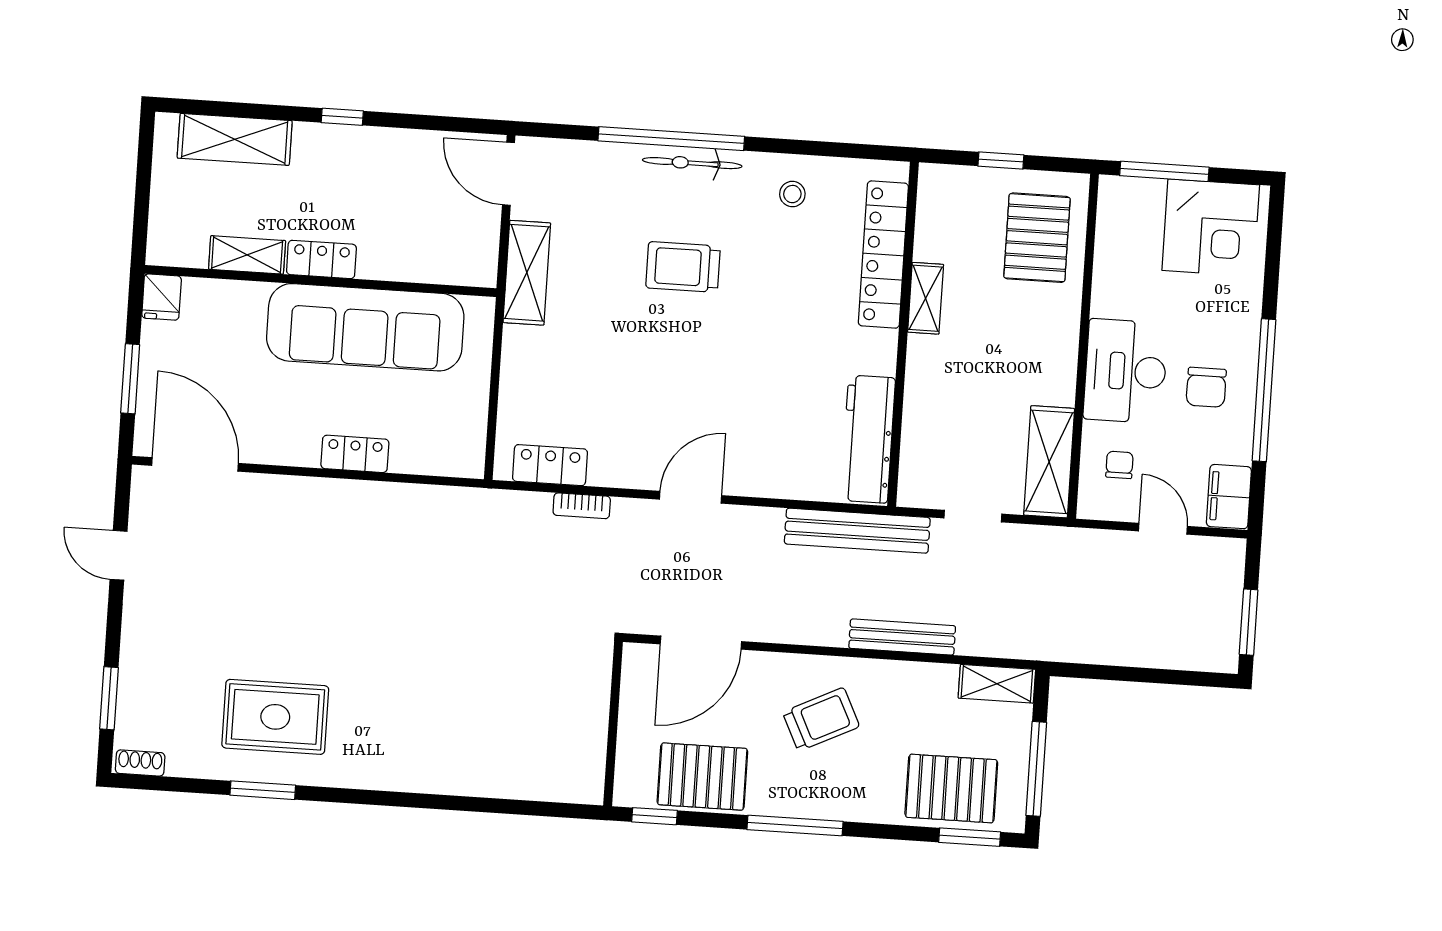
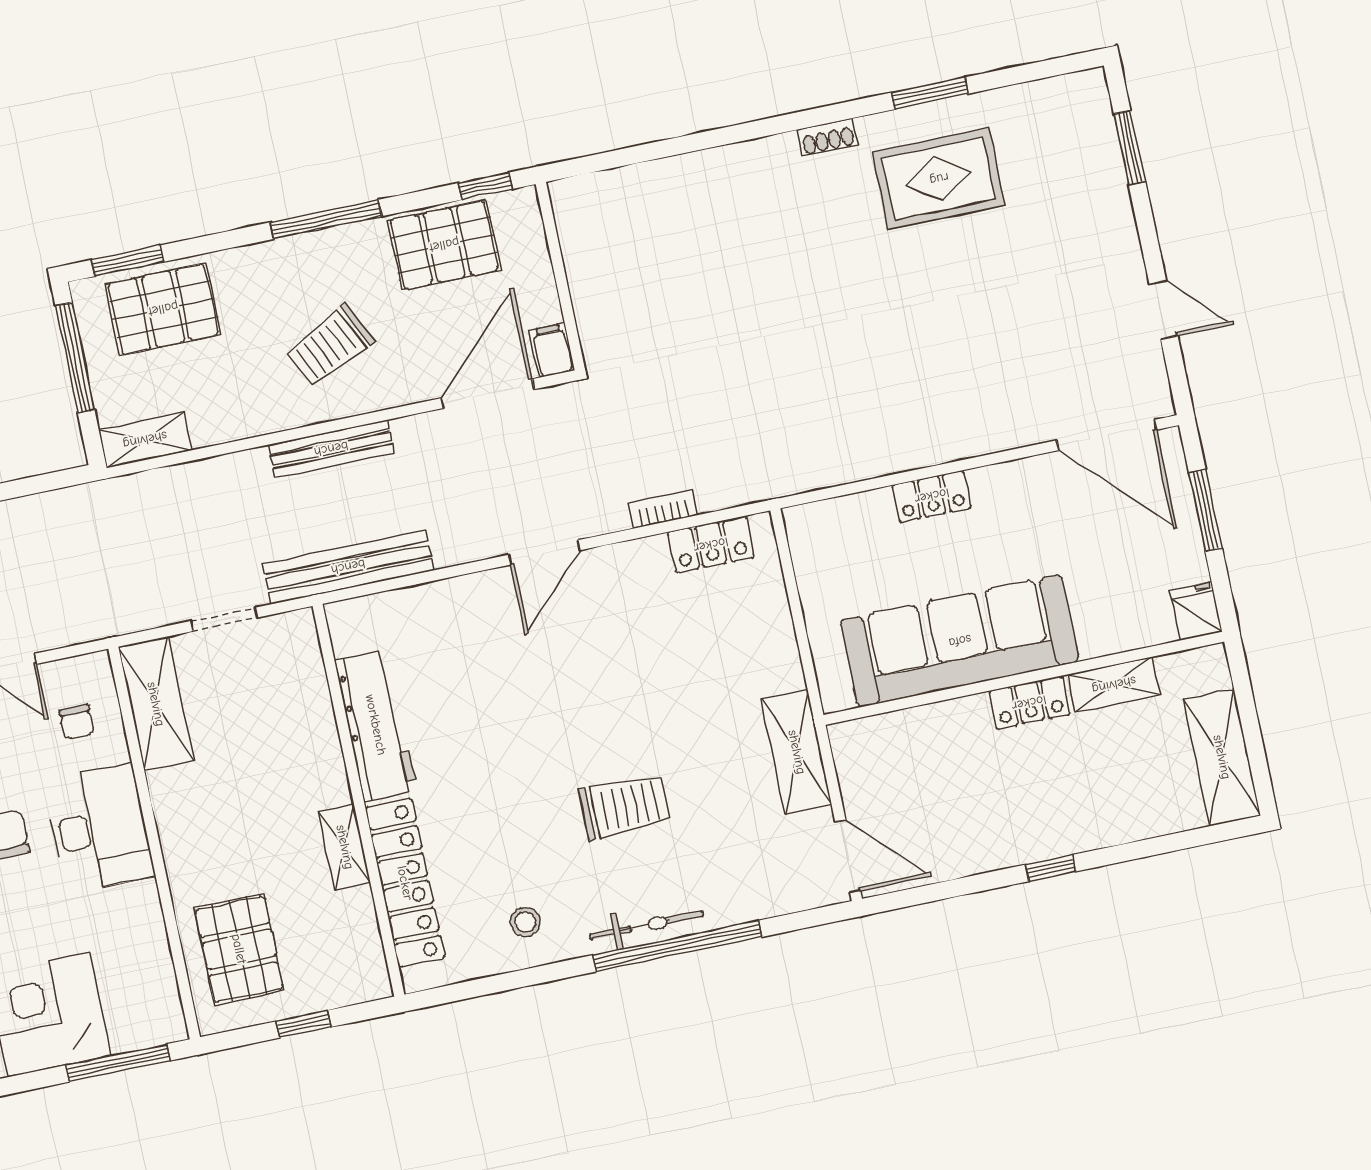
shelving: (235, 139) -> (1222, 757), moved, turned 90
workbench: (868, 439) -> (376, 725), moved
bench: (902, 637) -> (331, 449), moved
filing cabinet: (637, 664) -> (552, 350), added
shoe rack: (140, 763) -> (828, 137), moved

